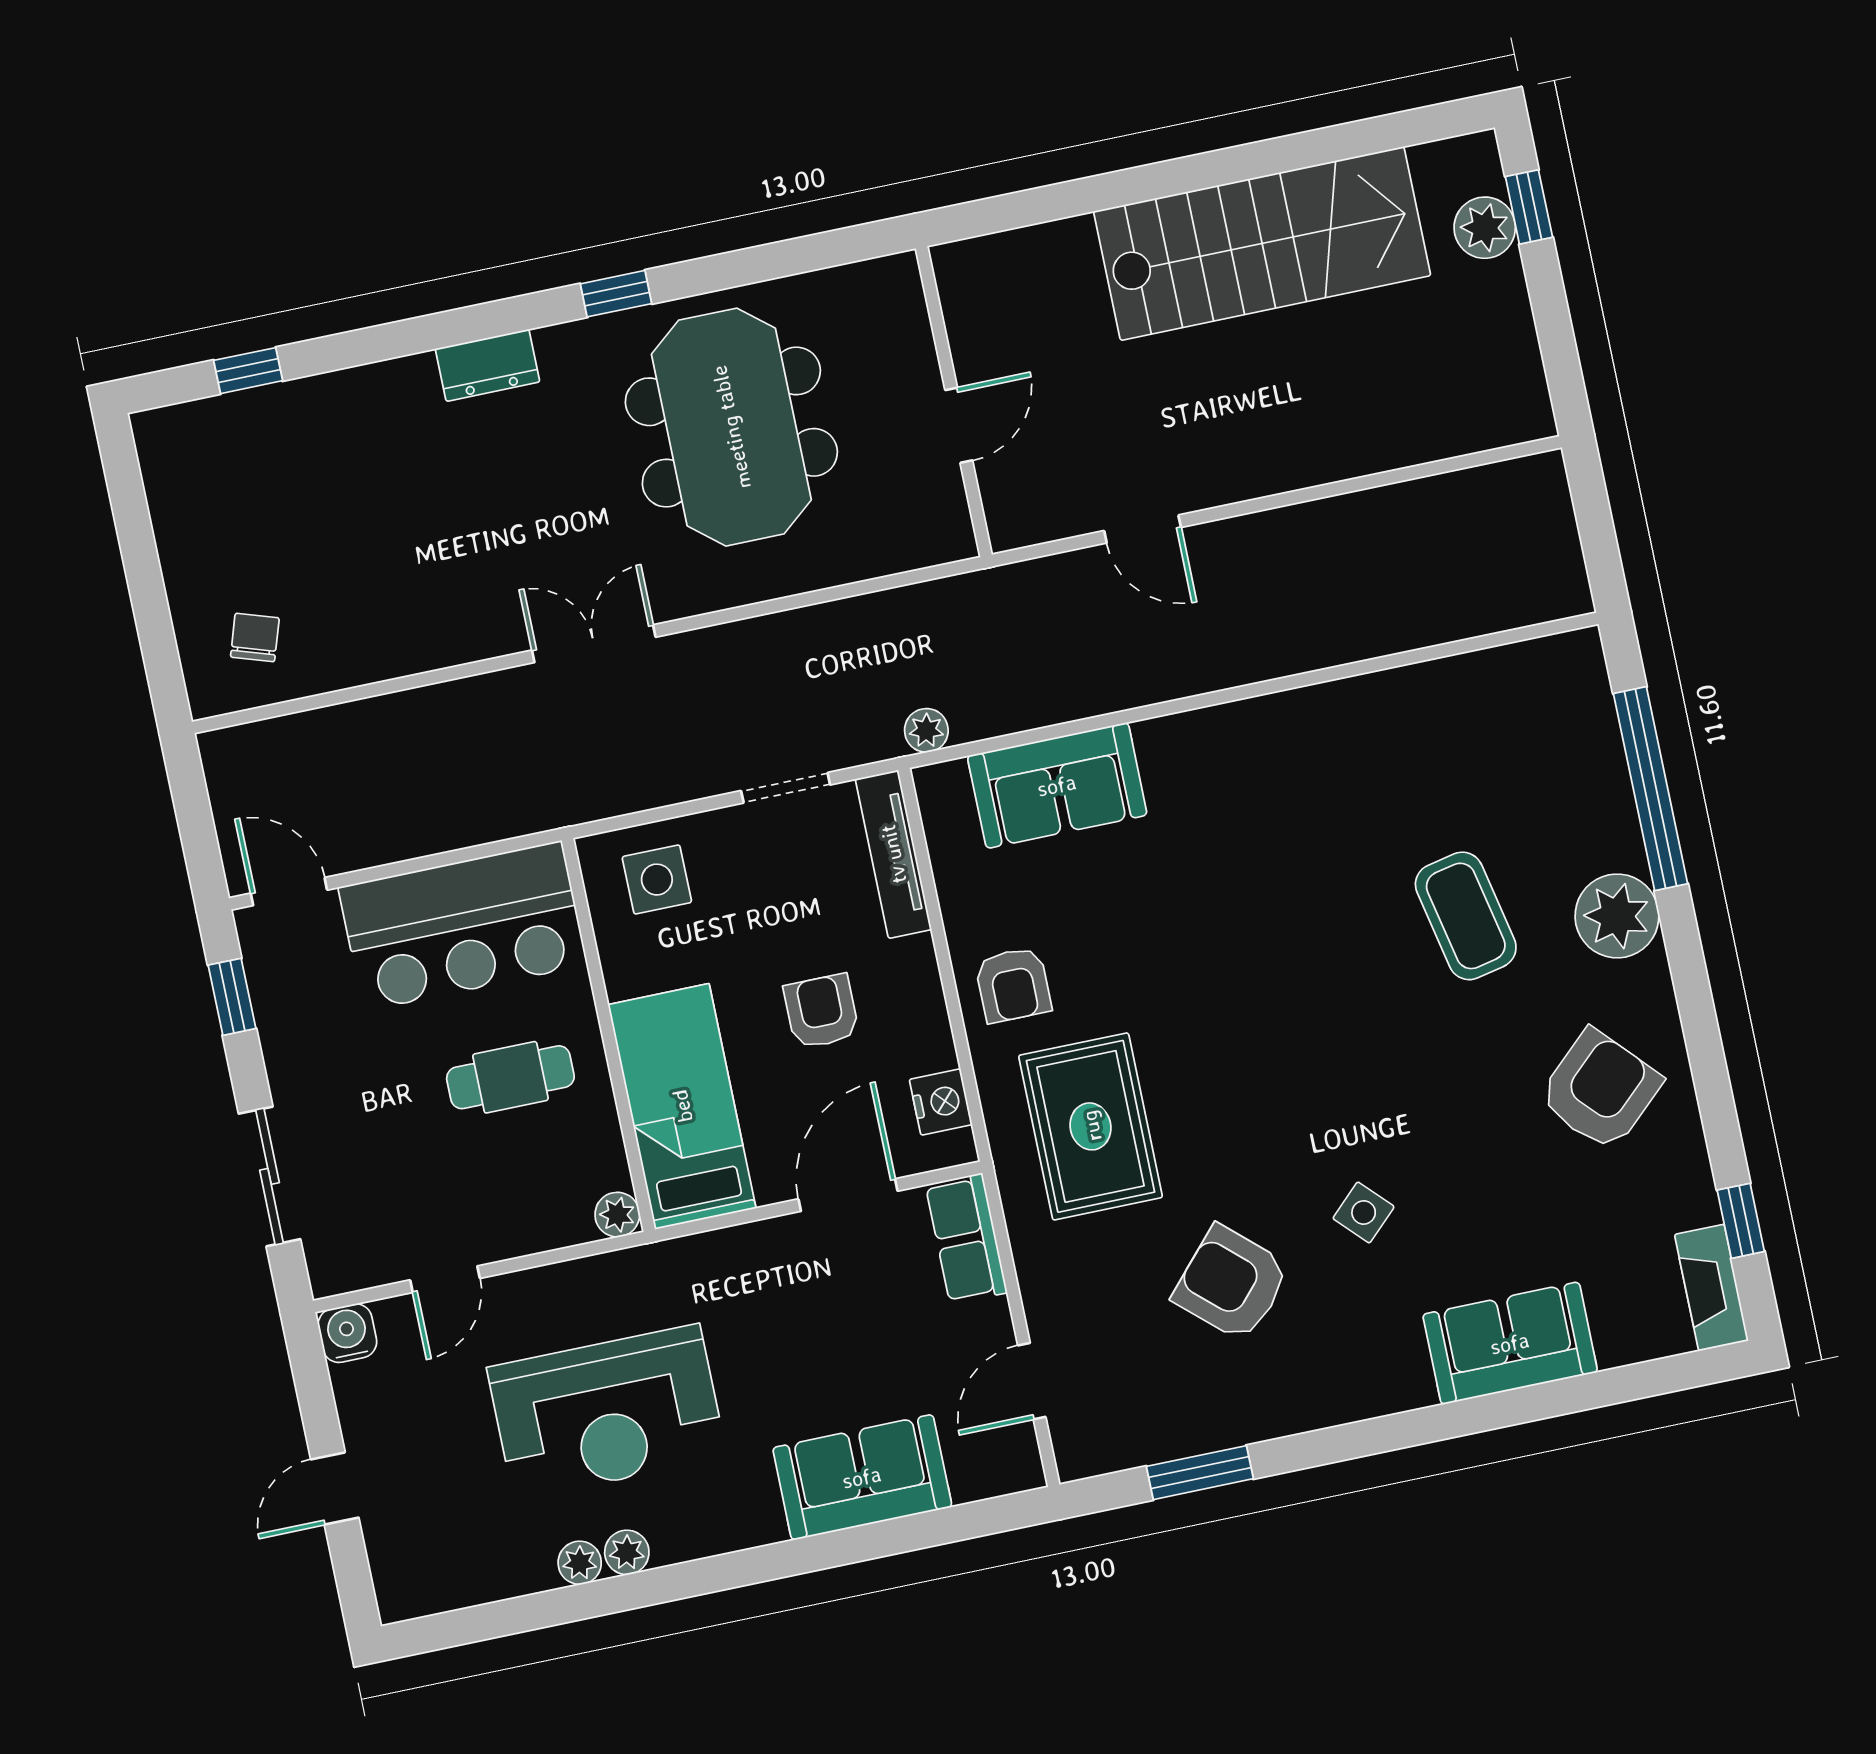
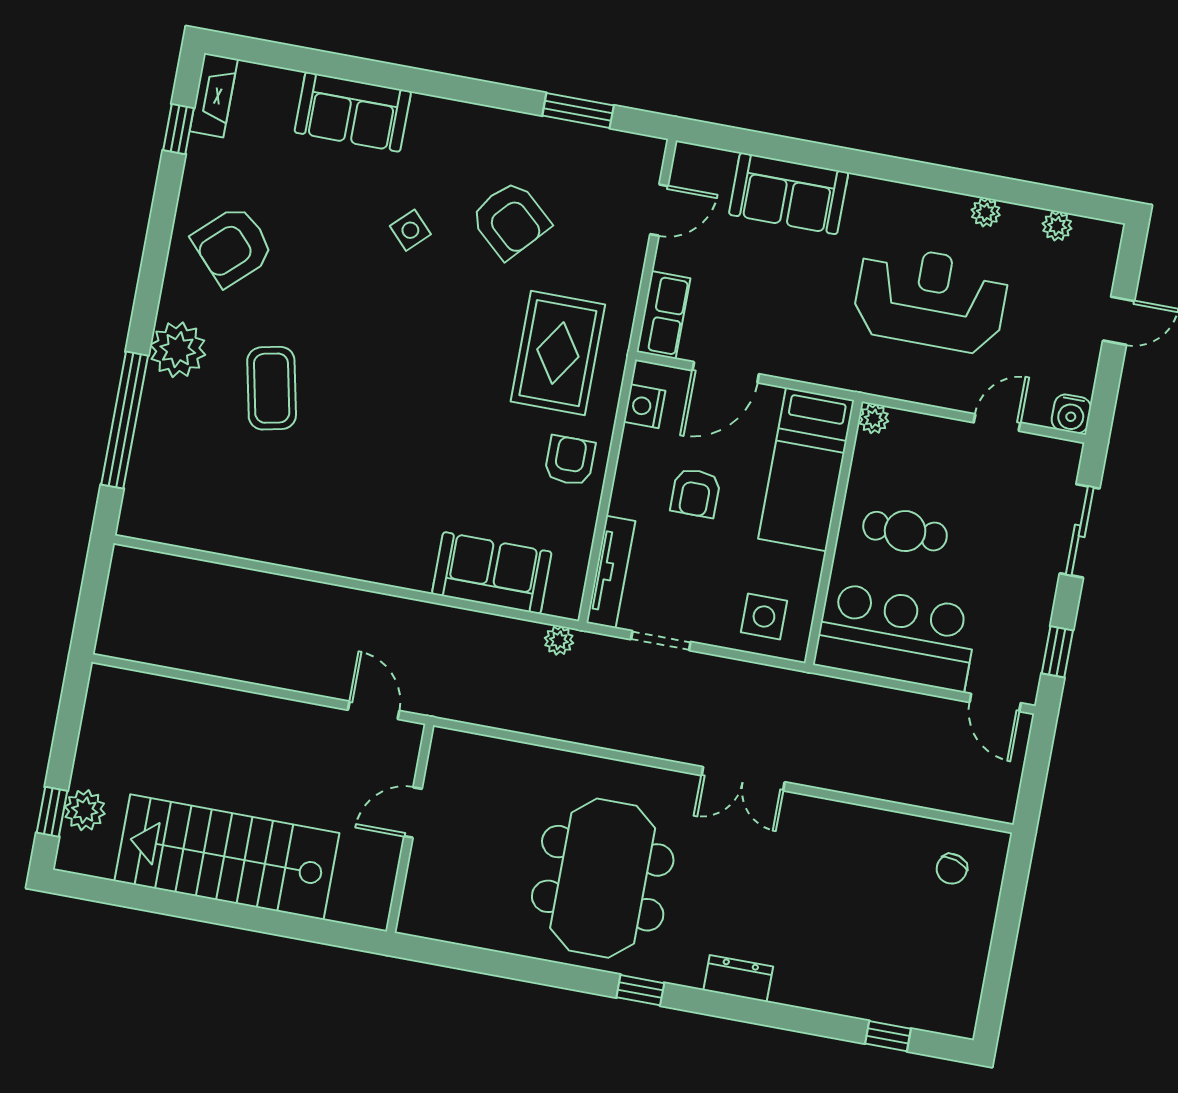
wall: (954, 402) -> (410, 828), moved
door: (959, 425) -> (413, 812), moved
plant: (627, 1552) -> (1057, 226), moved

